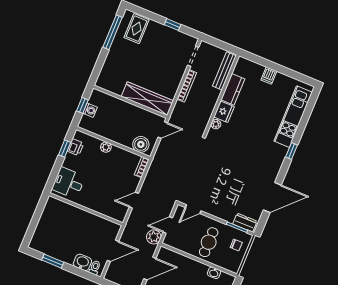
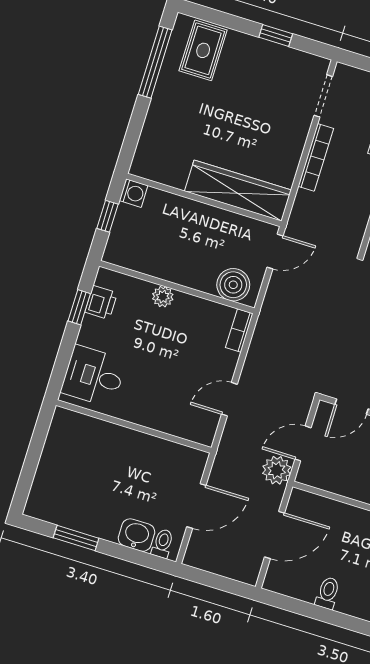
washing machine: (90, 110) -> (134, 193), moved

